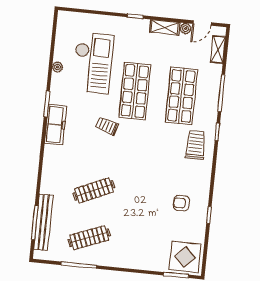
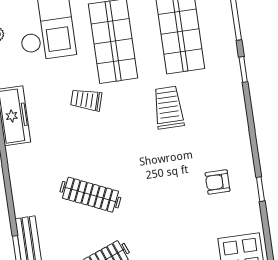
trolley: (196, 145) -> (168, 108), moved
clothes rail: (94, 190) -> (90, 195), turned 48

